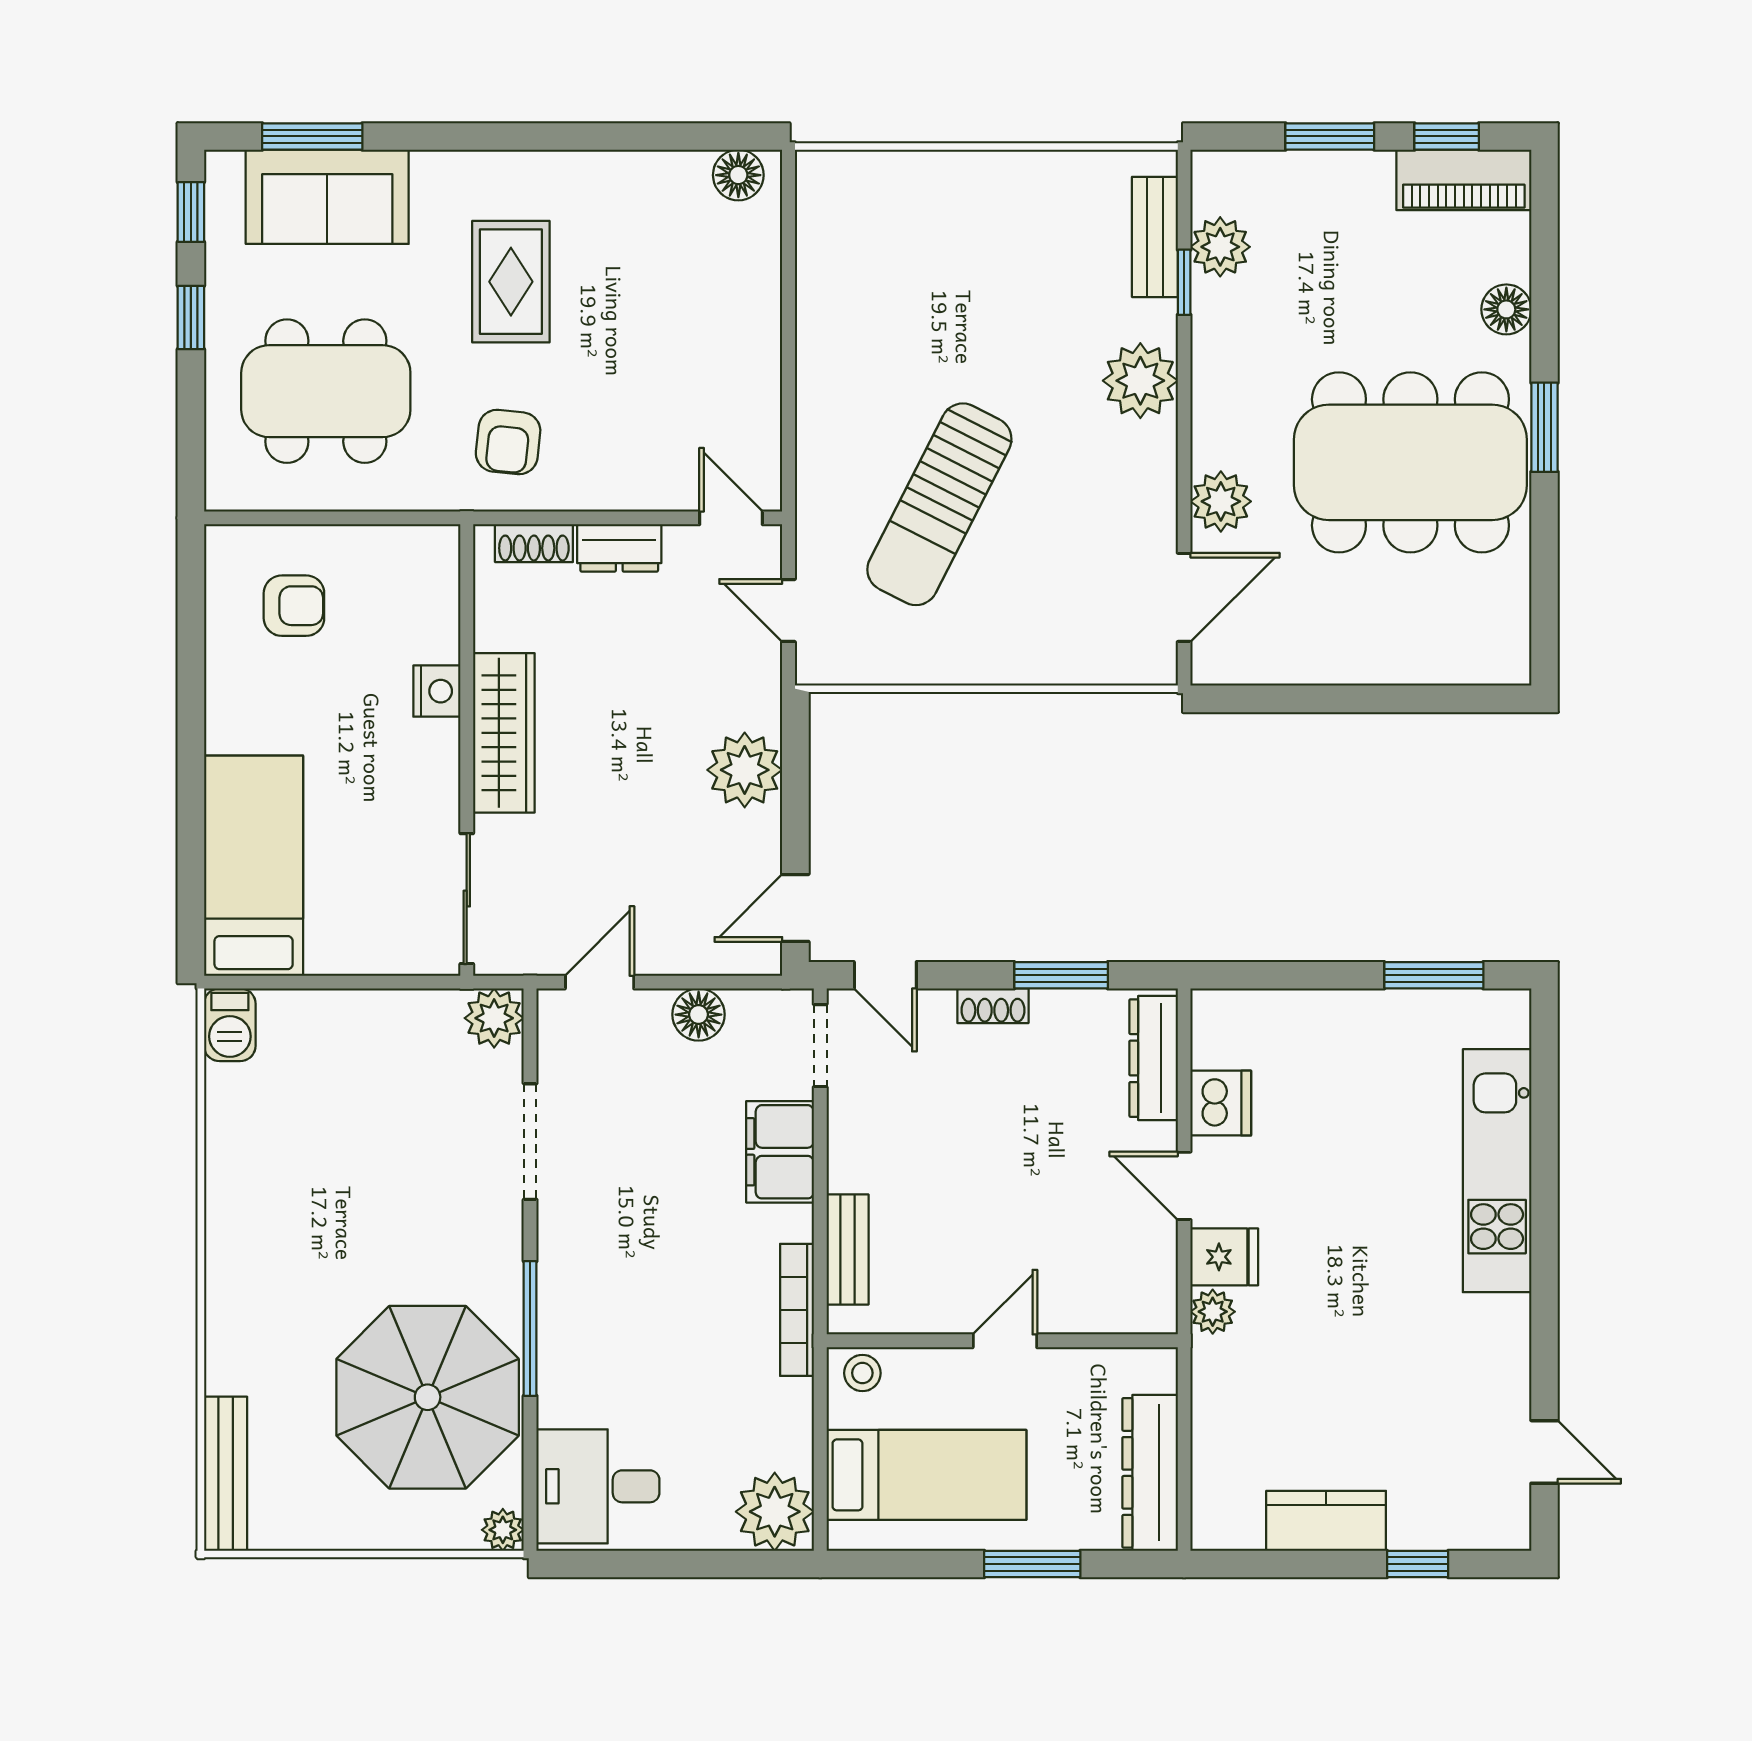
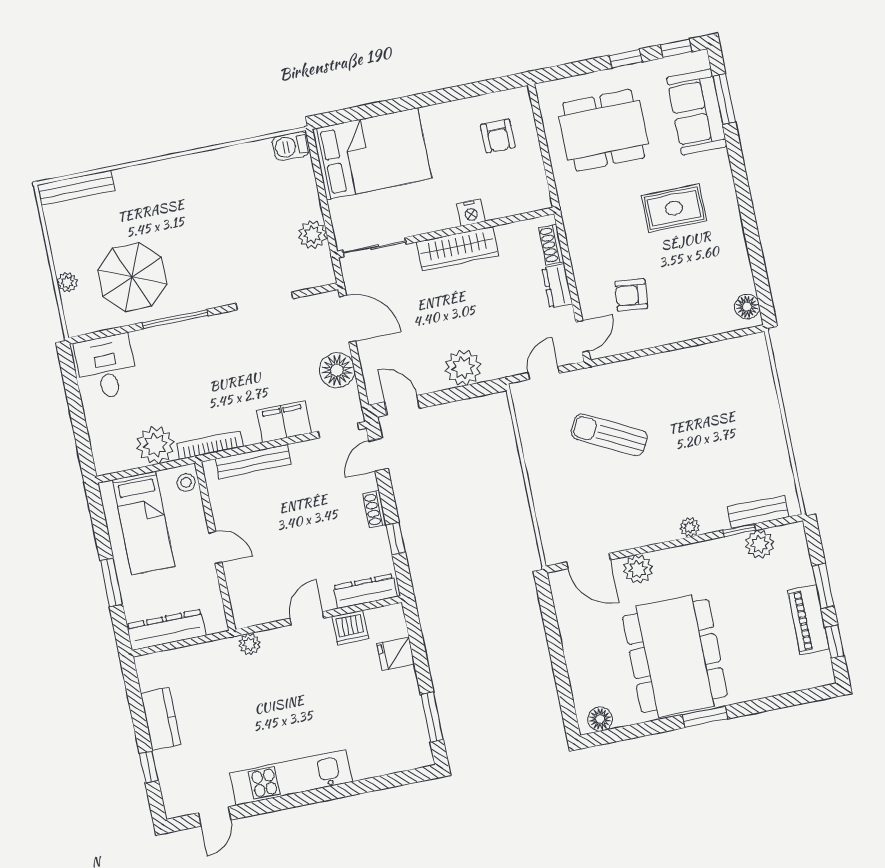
piano: (1464, 180) -> (808, 620), moved
floor lamp: (1506, 309) -> (600, 719), moved
plant: (1140, 381) -> (690, 527), width x0.53, depth x0.53
dining table: (326, 391) -> (604, 130), turned 90
armchair: (508, 442) -> (631, 295), moved
sun lounger: (939, 504) -> (609, 435), width x0.73, depth x0.75
bed: (254, 866) -> (372, 154), width x1.50
window: (1061, 975) -> (396, 539), width x0.67
door: (600, 982) -> (348, 319), width x1.38
floor lamp: (699, 1015) -> (337, 370), width x1.38, depth x1.38
plant: (494, 1018) -> (312, 235), moved
kitchen unit: (1497, 1171) -> (291, 777), moved
bench: (848, 1250) -> (253, 461), width x1.36
fridge: (1224, 1257) -> (396, 654), moved, turned 90
parasol: (428, 1397) -> (132, 277), width x0.73, depth x0.73
plant: (775, 1512) -> (155, 445), moved
plant: (503, 1530) -> (67, 282), moved

